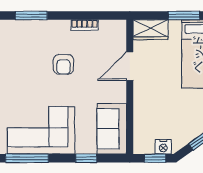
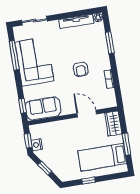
armchair: (63, 64) -> (81, 69), turned -90
window: (86, 158) -> (22, 106), moved

